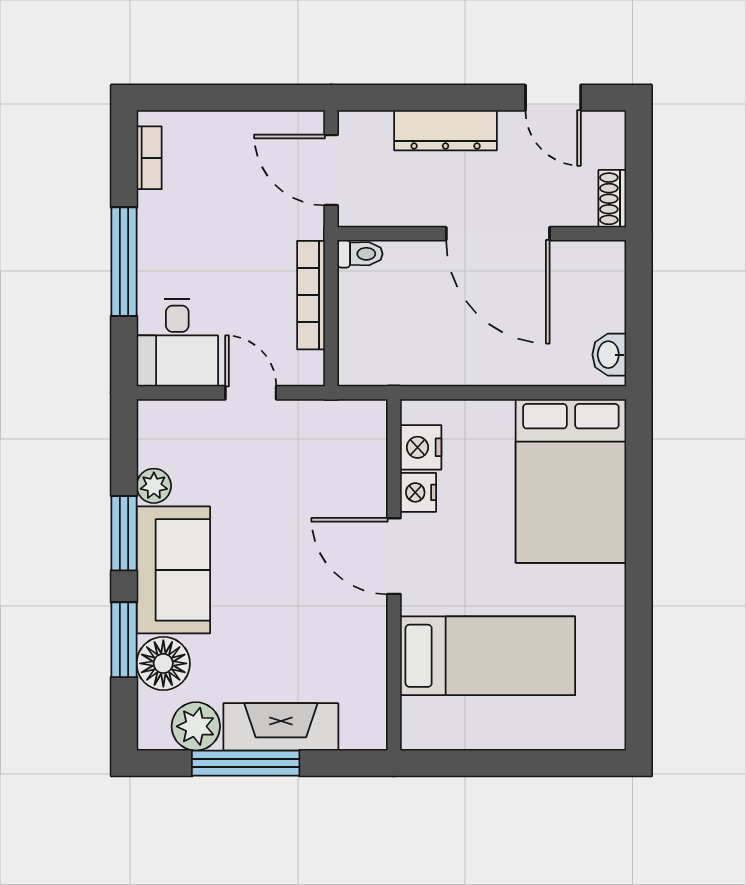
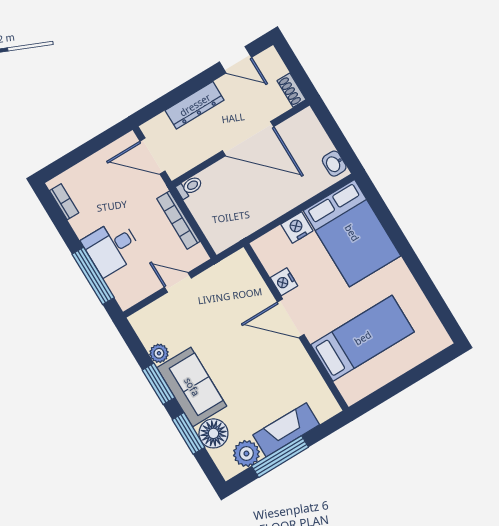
window: (124, 262) -> (93, 276), moved
desk: (177, 343) -> (112, 247), moved, turned 90
nightstand: (421, 447) -> (297, 227), moved, turned 90

